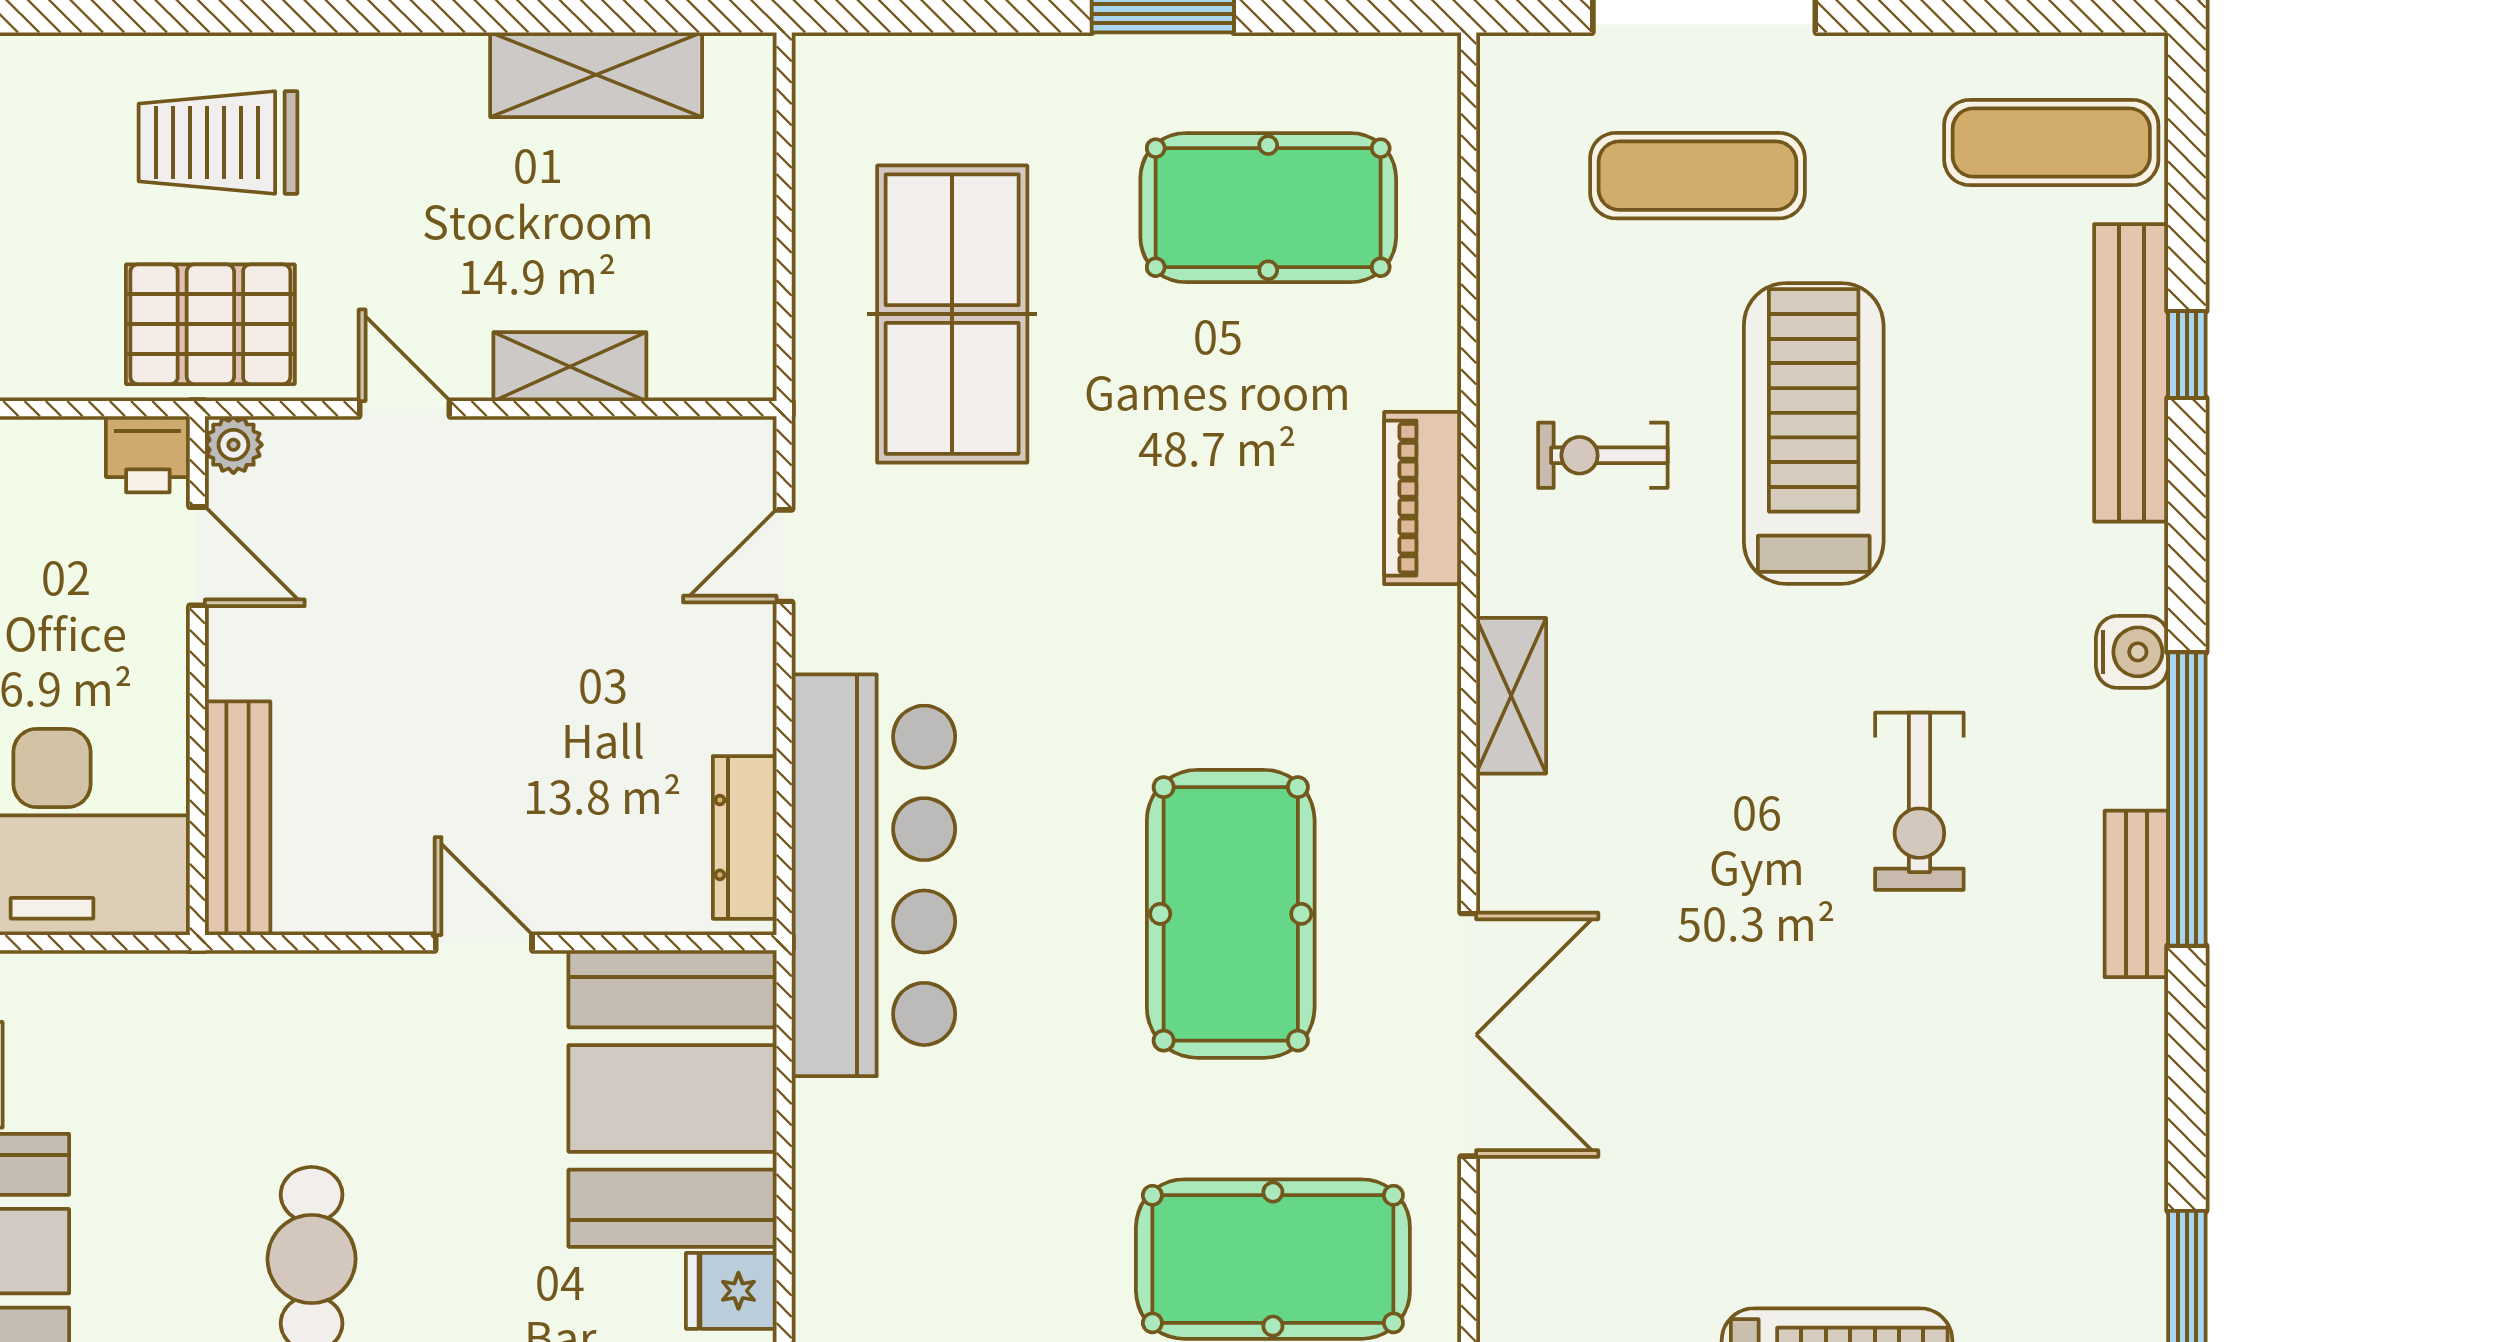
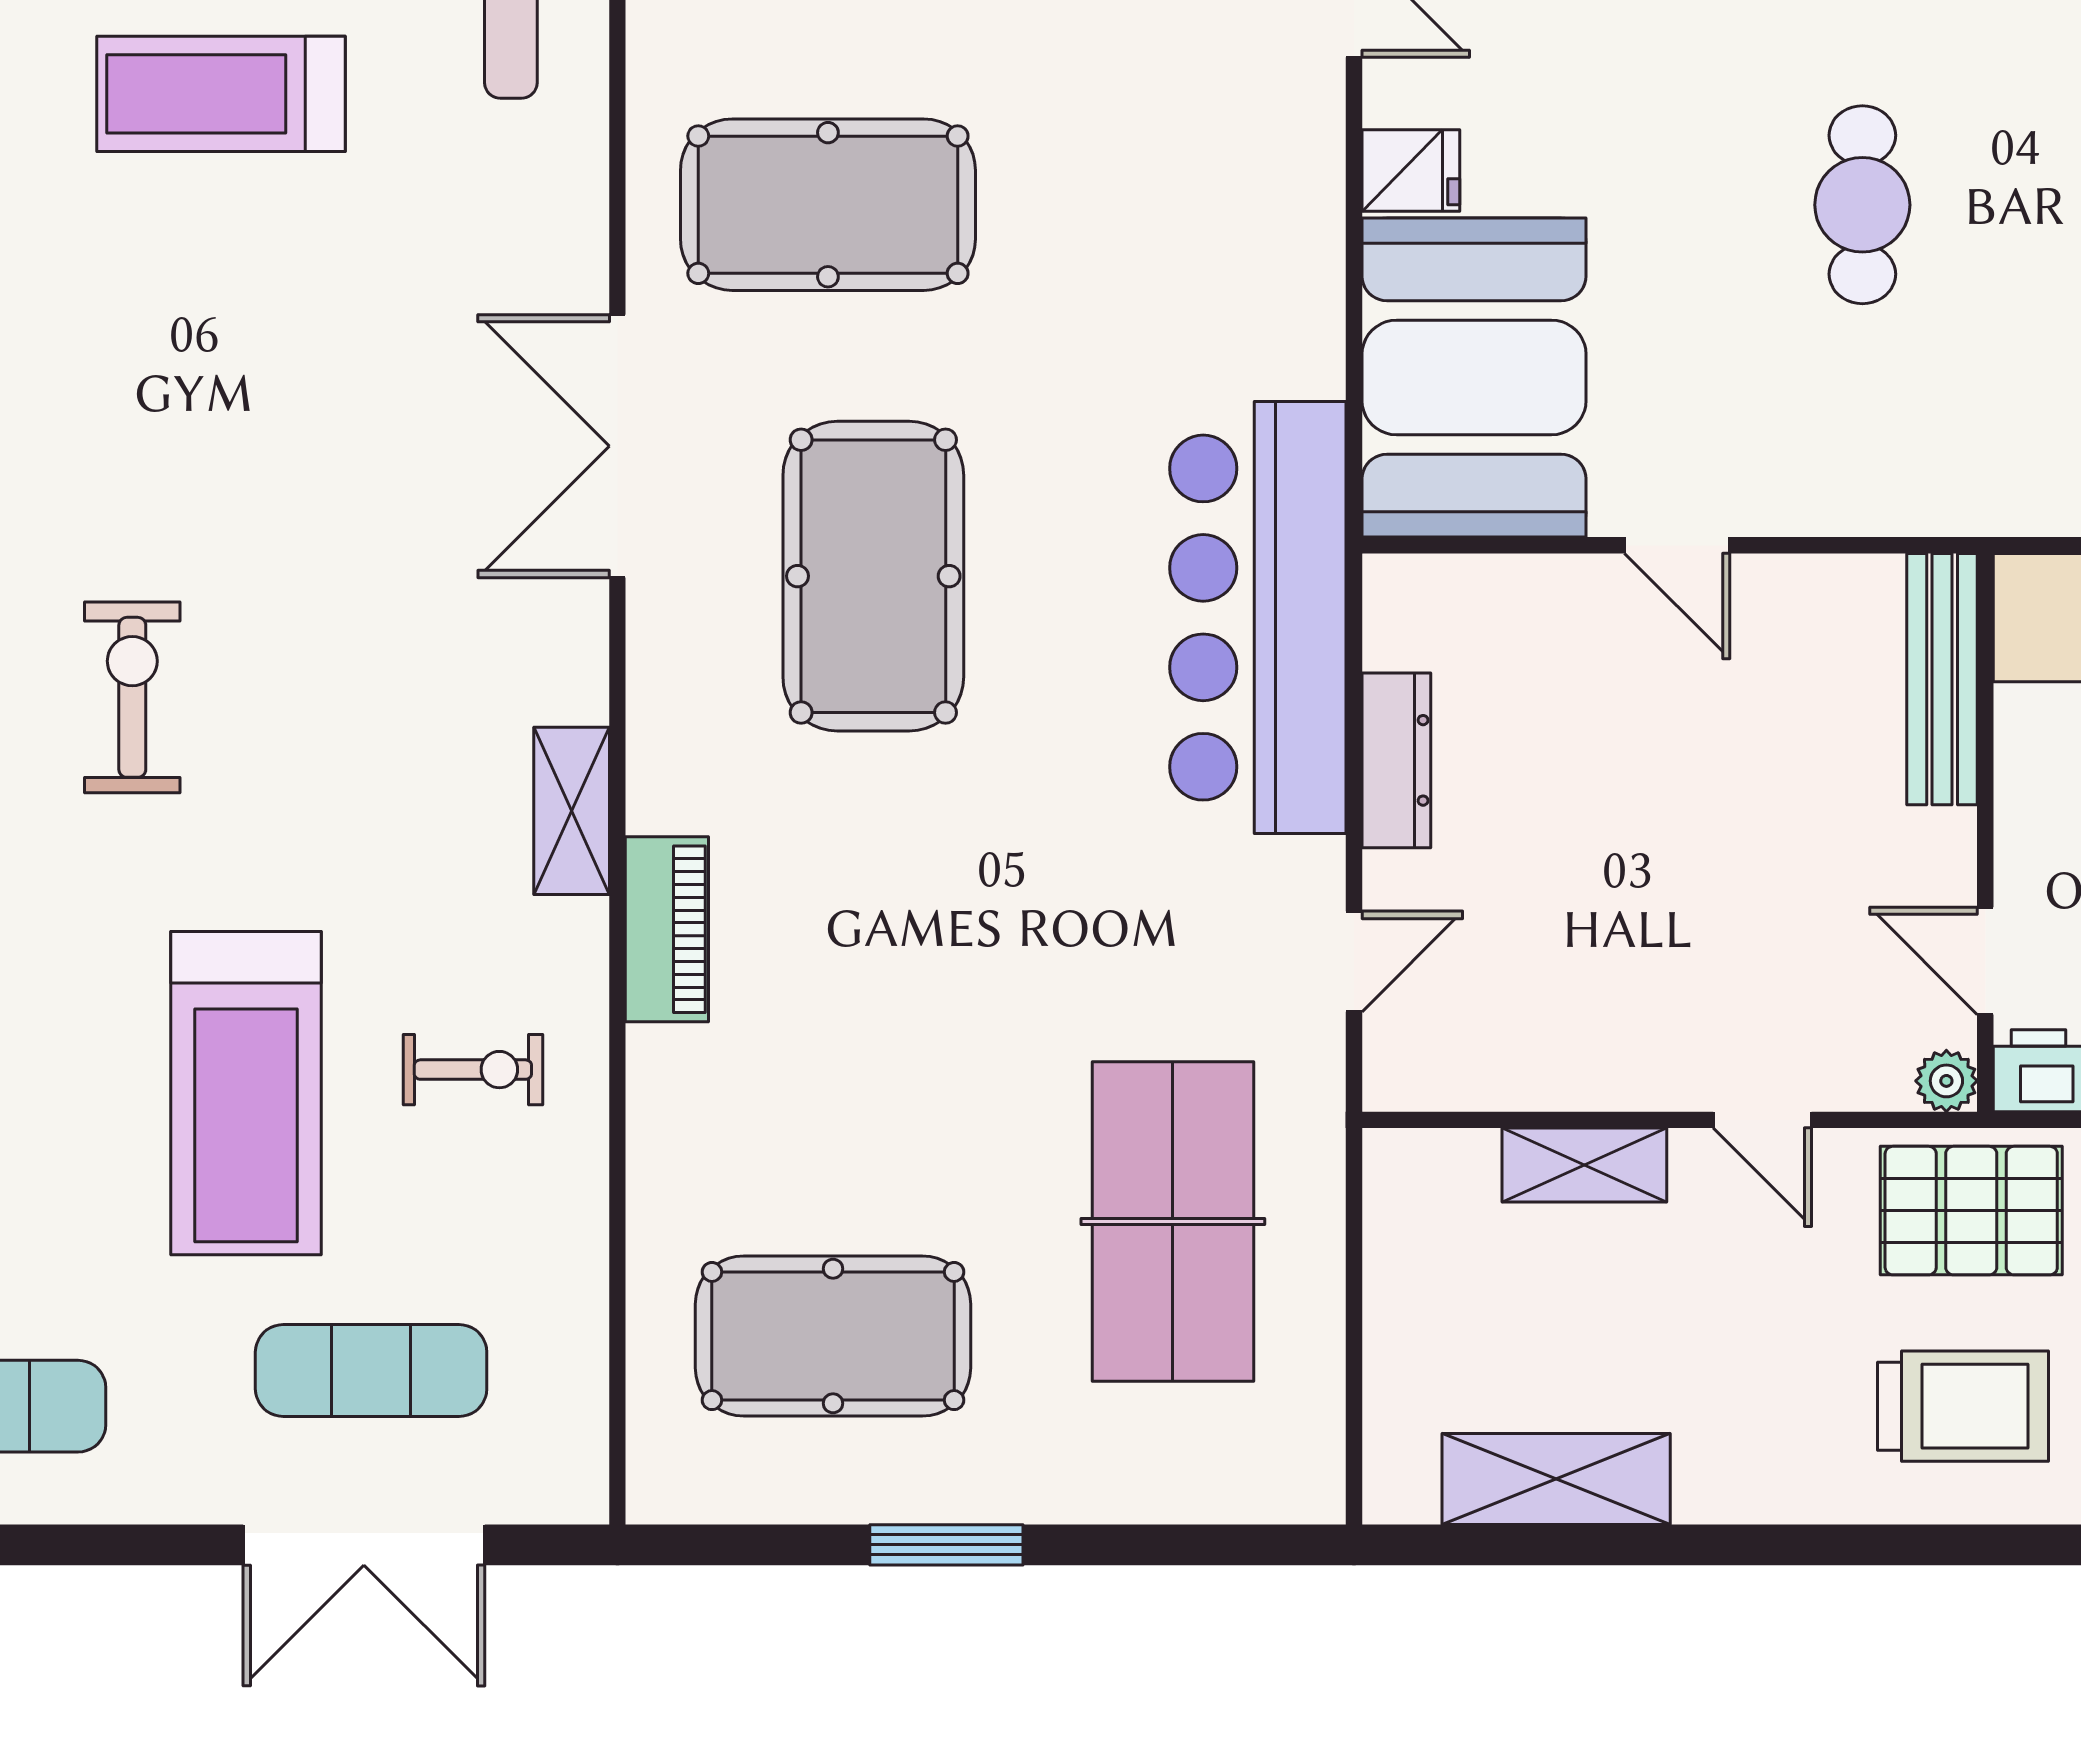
piano: (1423, 498) -> (667, 929), moved
dresser: (745, 837) -> (1396, 760), moved

